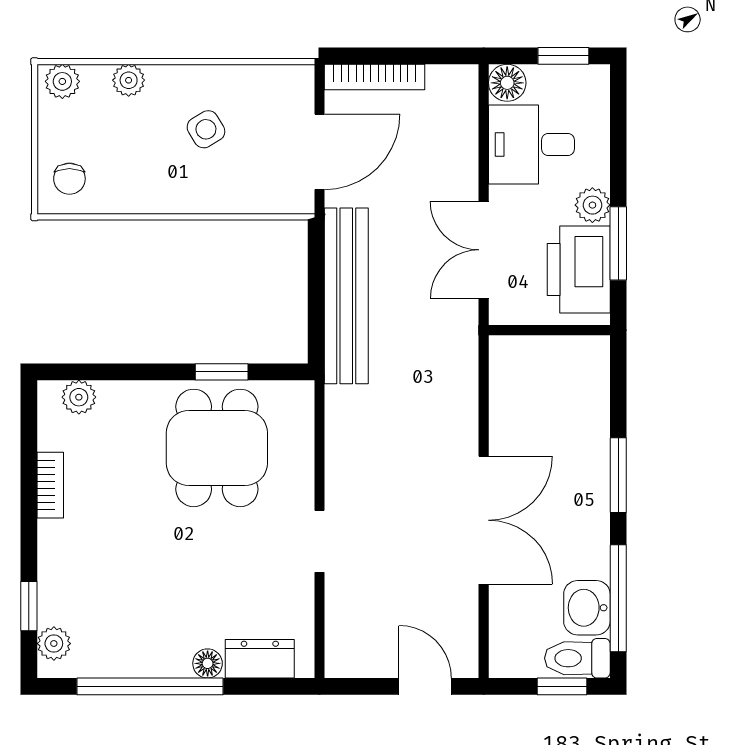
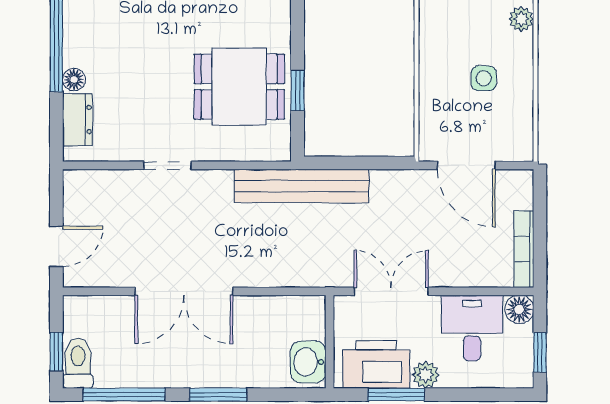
bookcase: (375, 77) -> (524, 249), moved
side table: (206, 129) -> (484, 78), turned 31
bench: (346, 296) -> (302, 186), moved
washbasin: (587, 608) -> (308, 362), moved, turned -90

